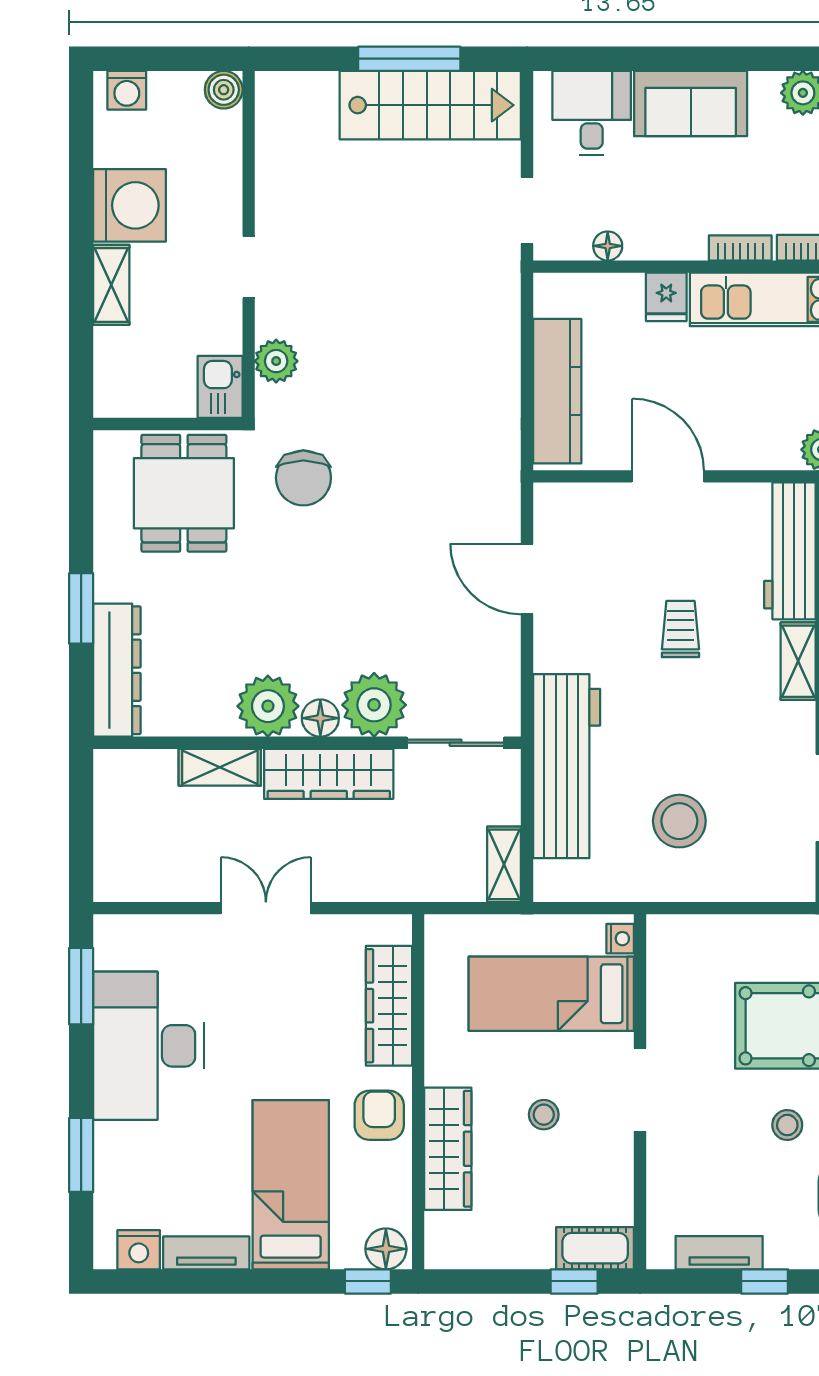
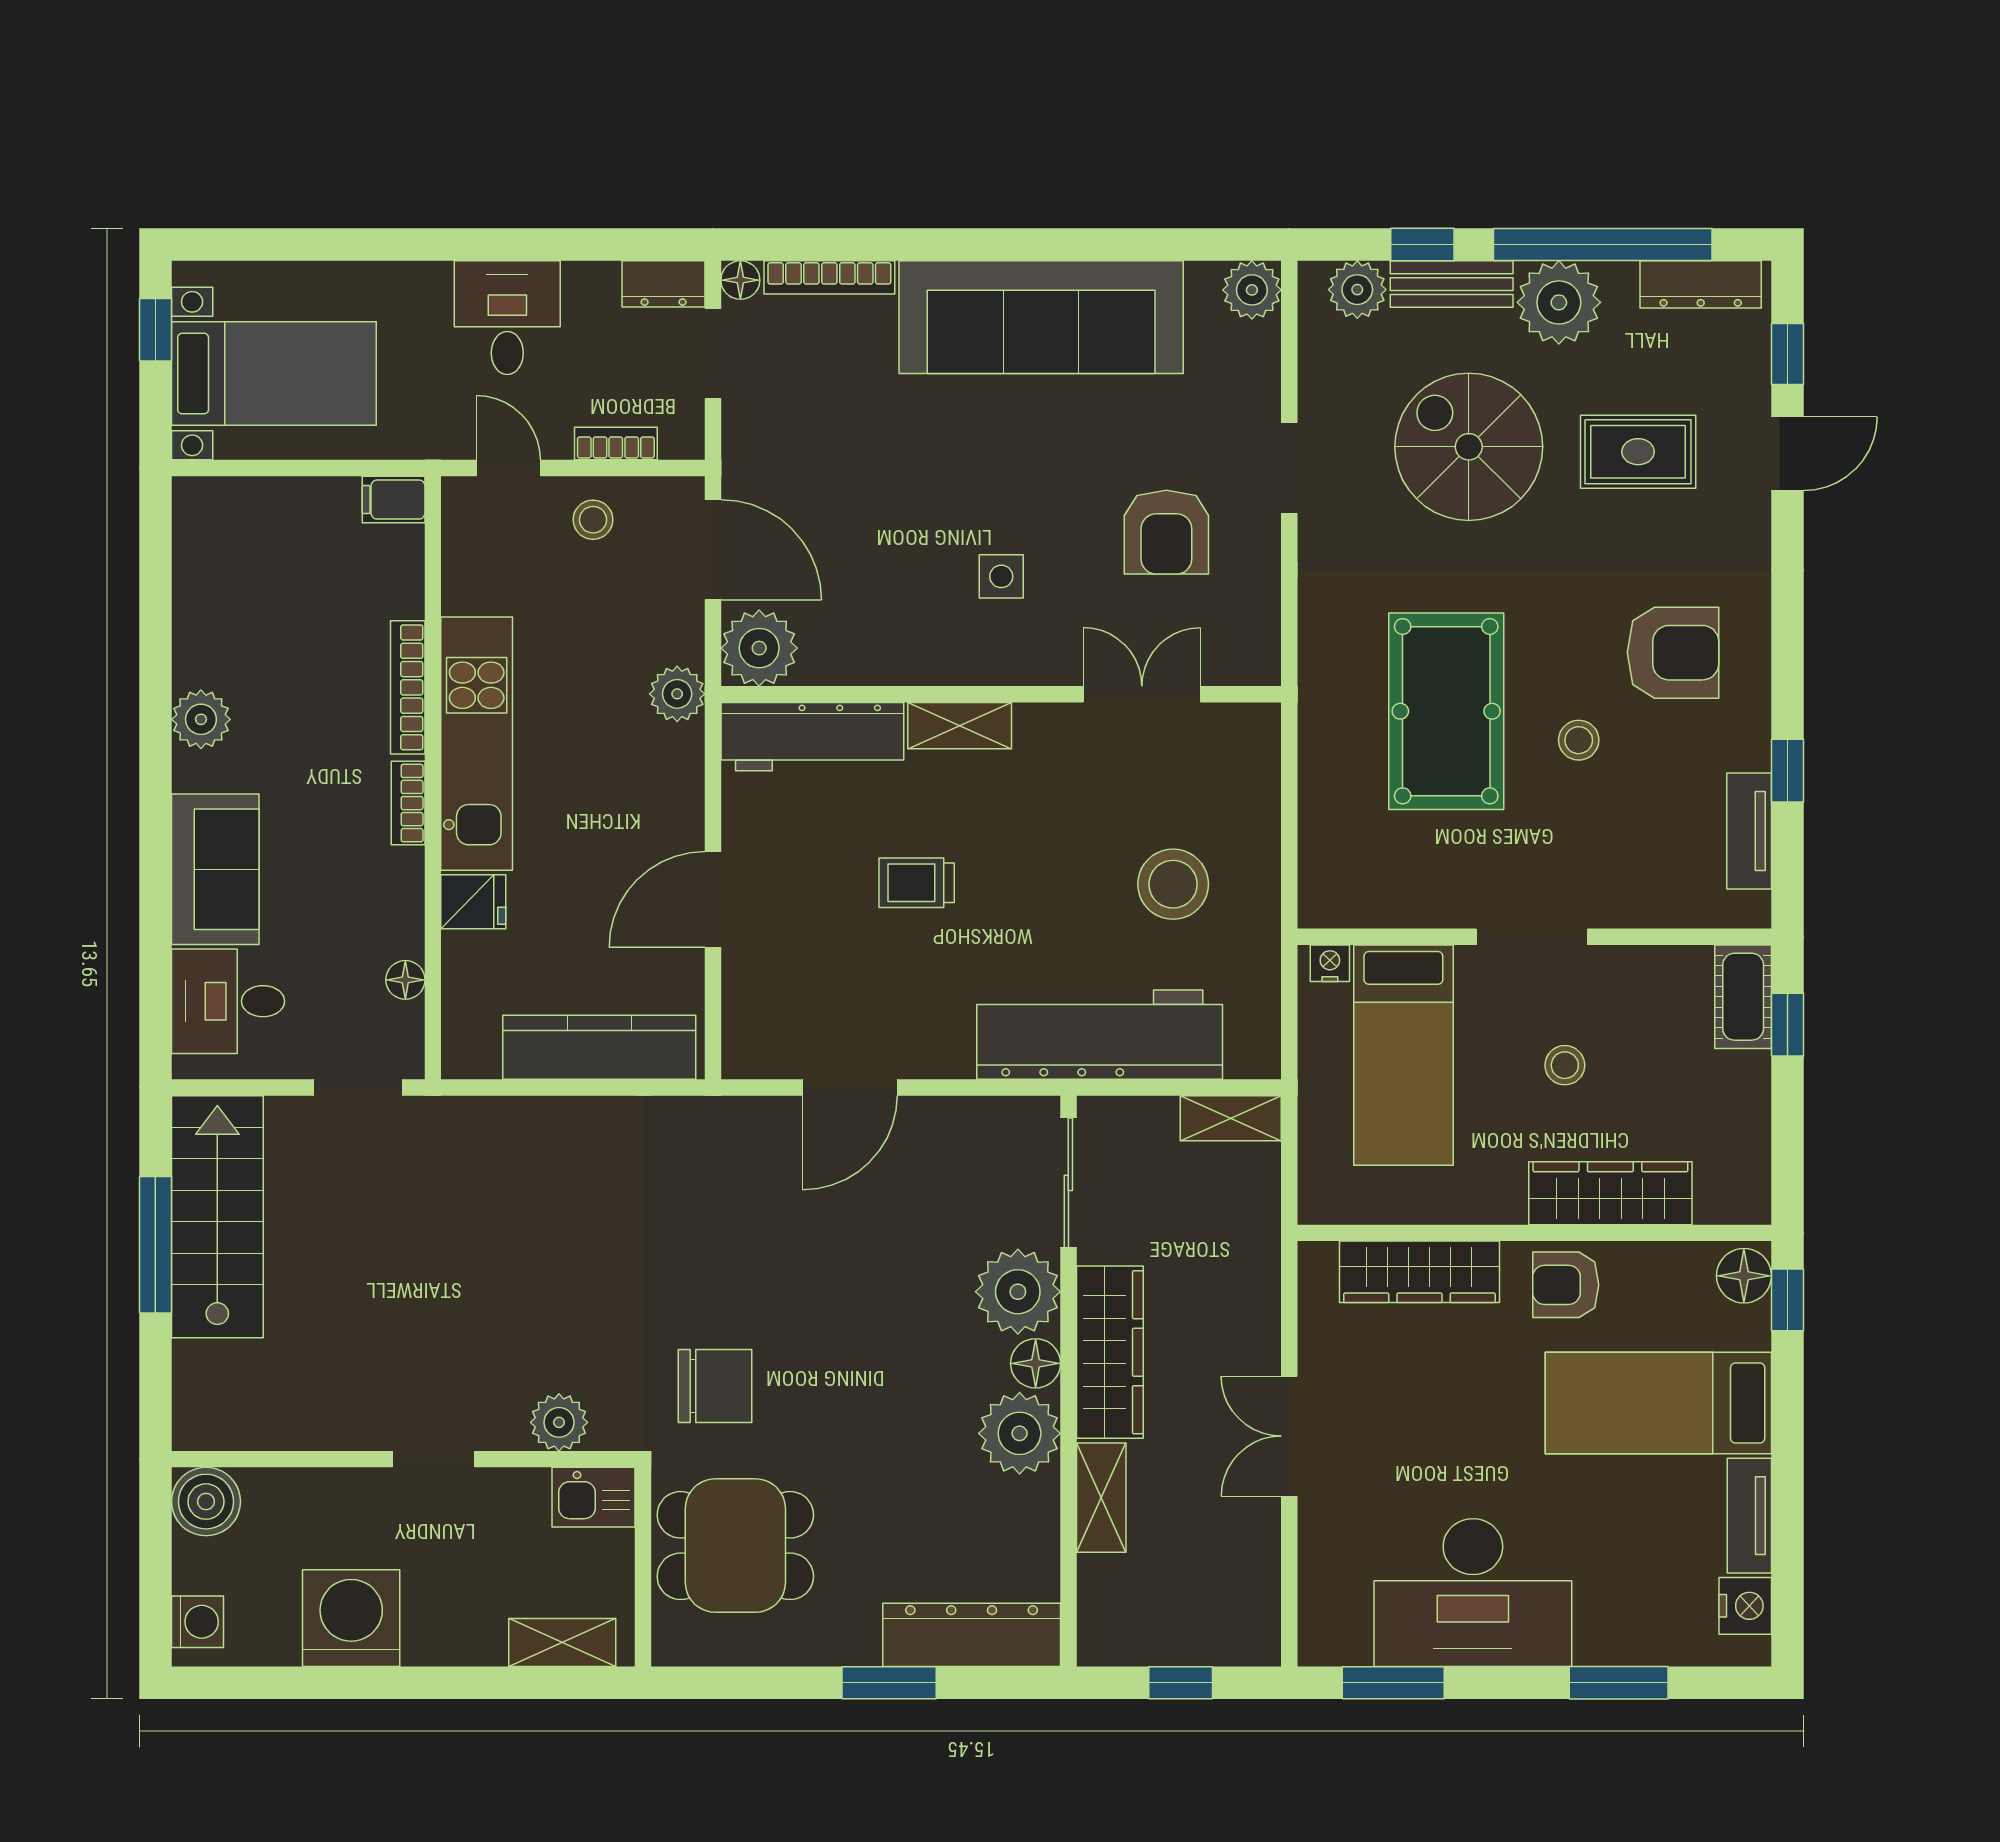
boiler: (224, 90) -> (206, 1502), width x1.36, depth x1.36
shelving: (111, 285) -> (562, 1642), moved
window: (81, 827) -> (1181, 1683), added

